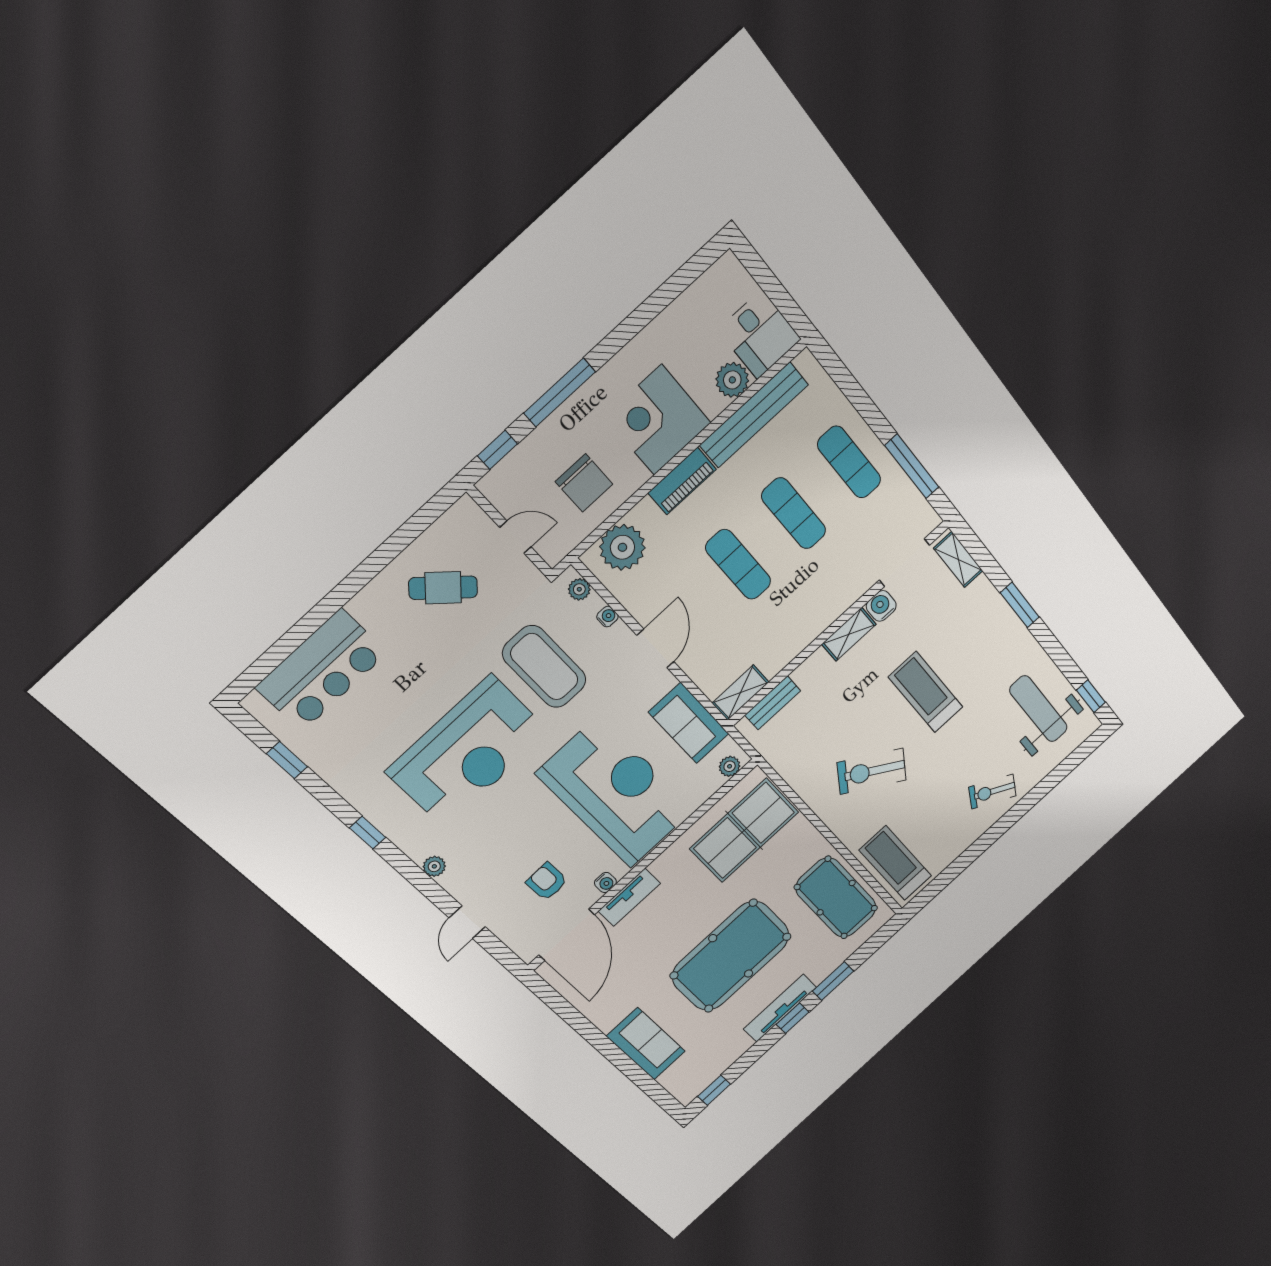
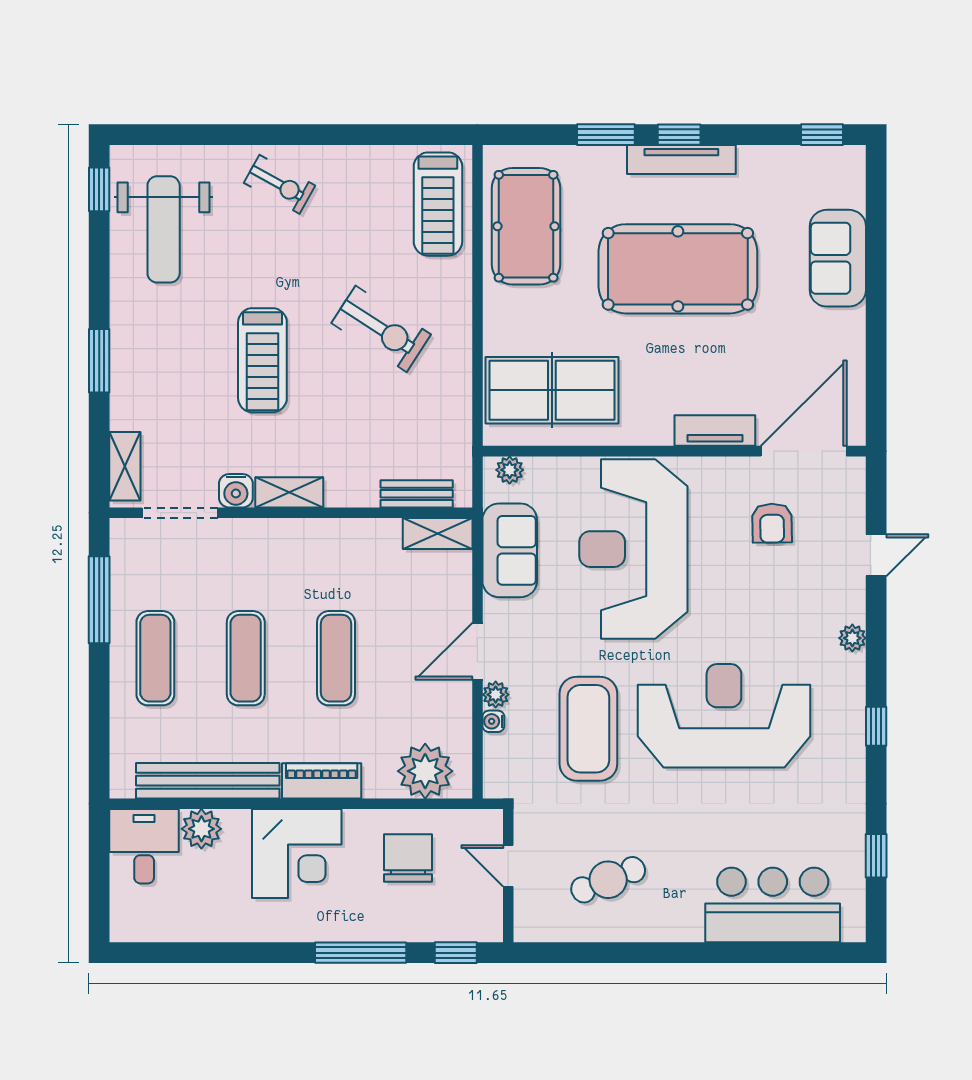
cafe table: (443, 588) -> (608, 880), turned -64
plant: (579, 589) -> (496, 695), moved
water cooler: (605, 882) -> (722, 468), removed

